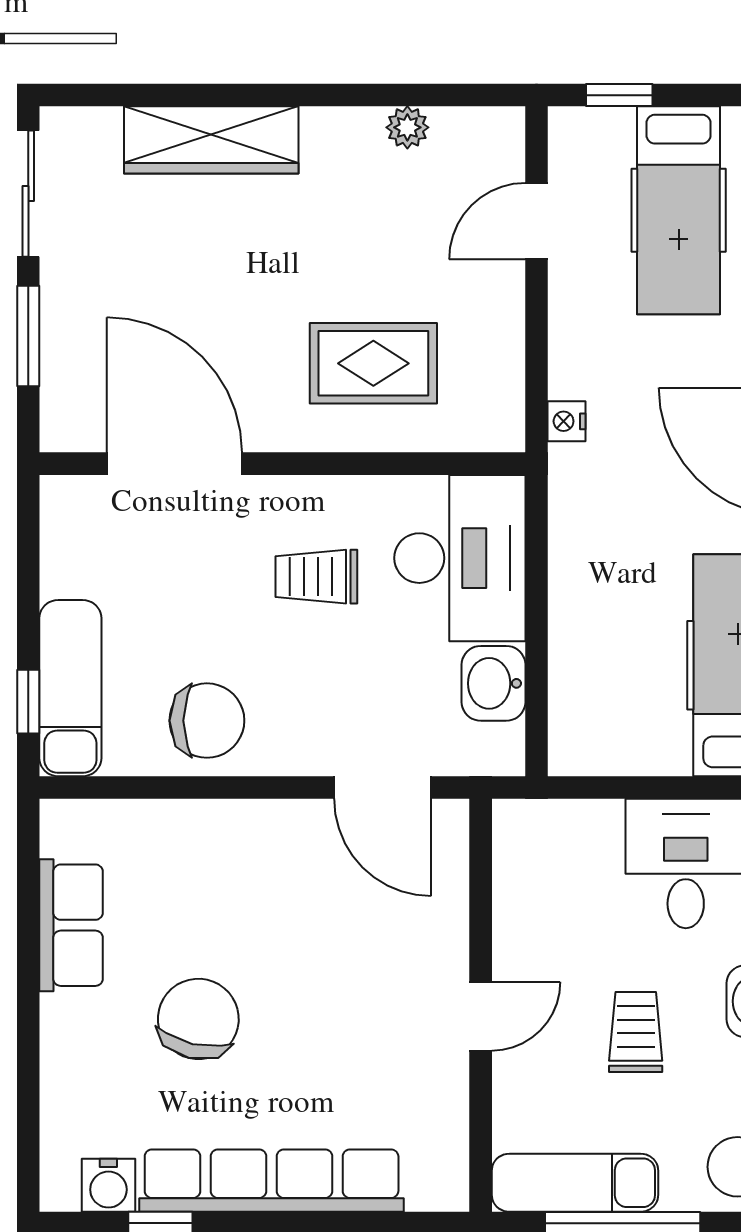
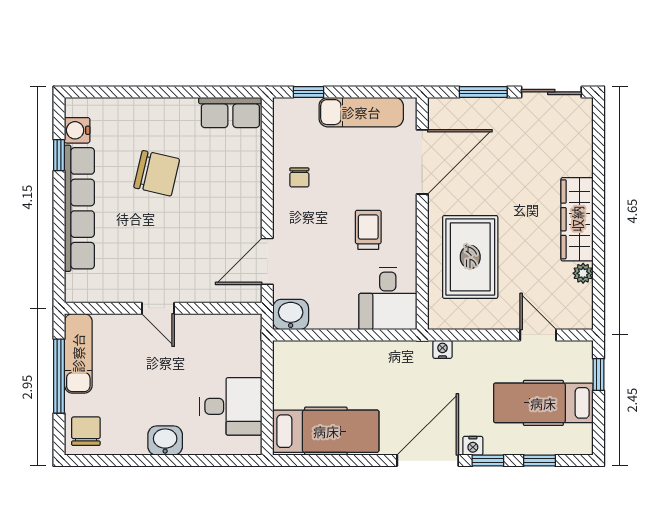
wardrobe: (211, 140) -> (577, 219), moved
rug: (373, 363) -> (470, 257), width x1.36, depth x1.43
desk: (460, 558) -> (388, 298), width x0.73
washbasin: (494, 683) -> (291, 314), moved
exam couch: (70, 688) -> (361, 112), moved
chair: (207, 721) -> (299, 177), width x0.54, depth x0.54
row of seats: (71, 925) -> (230, 112), moved
trolley: (636, 1032) -> (150, 382), removed

